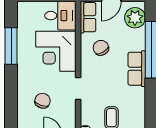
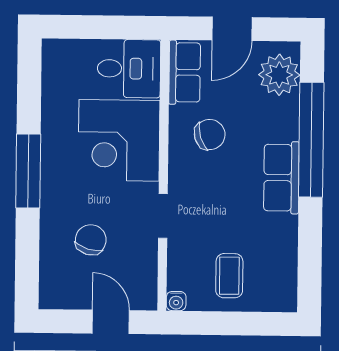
window: (11, 46) -> (28, 171), moved
chair: (101, 48) -> (210, 135), turned 104

